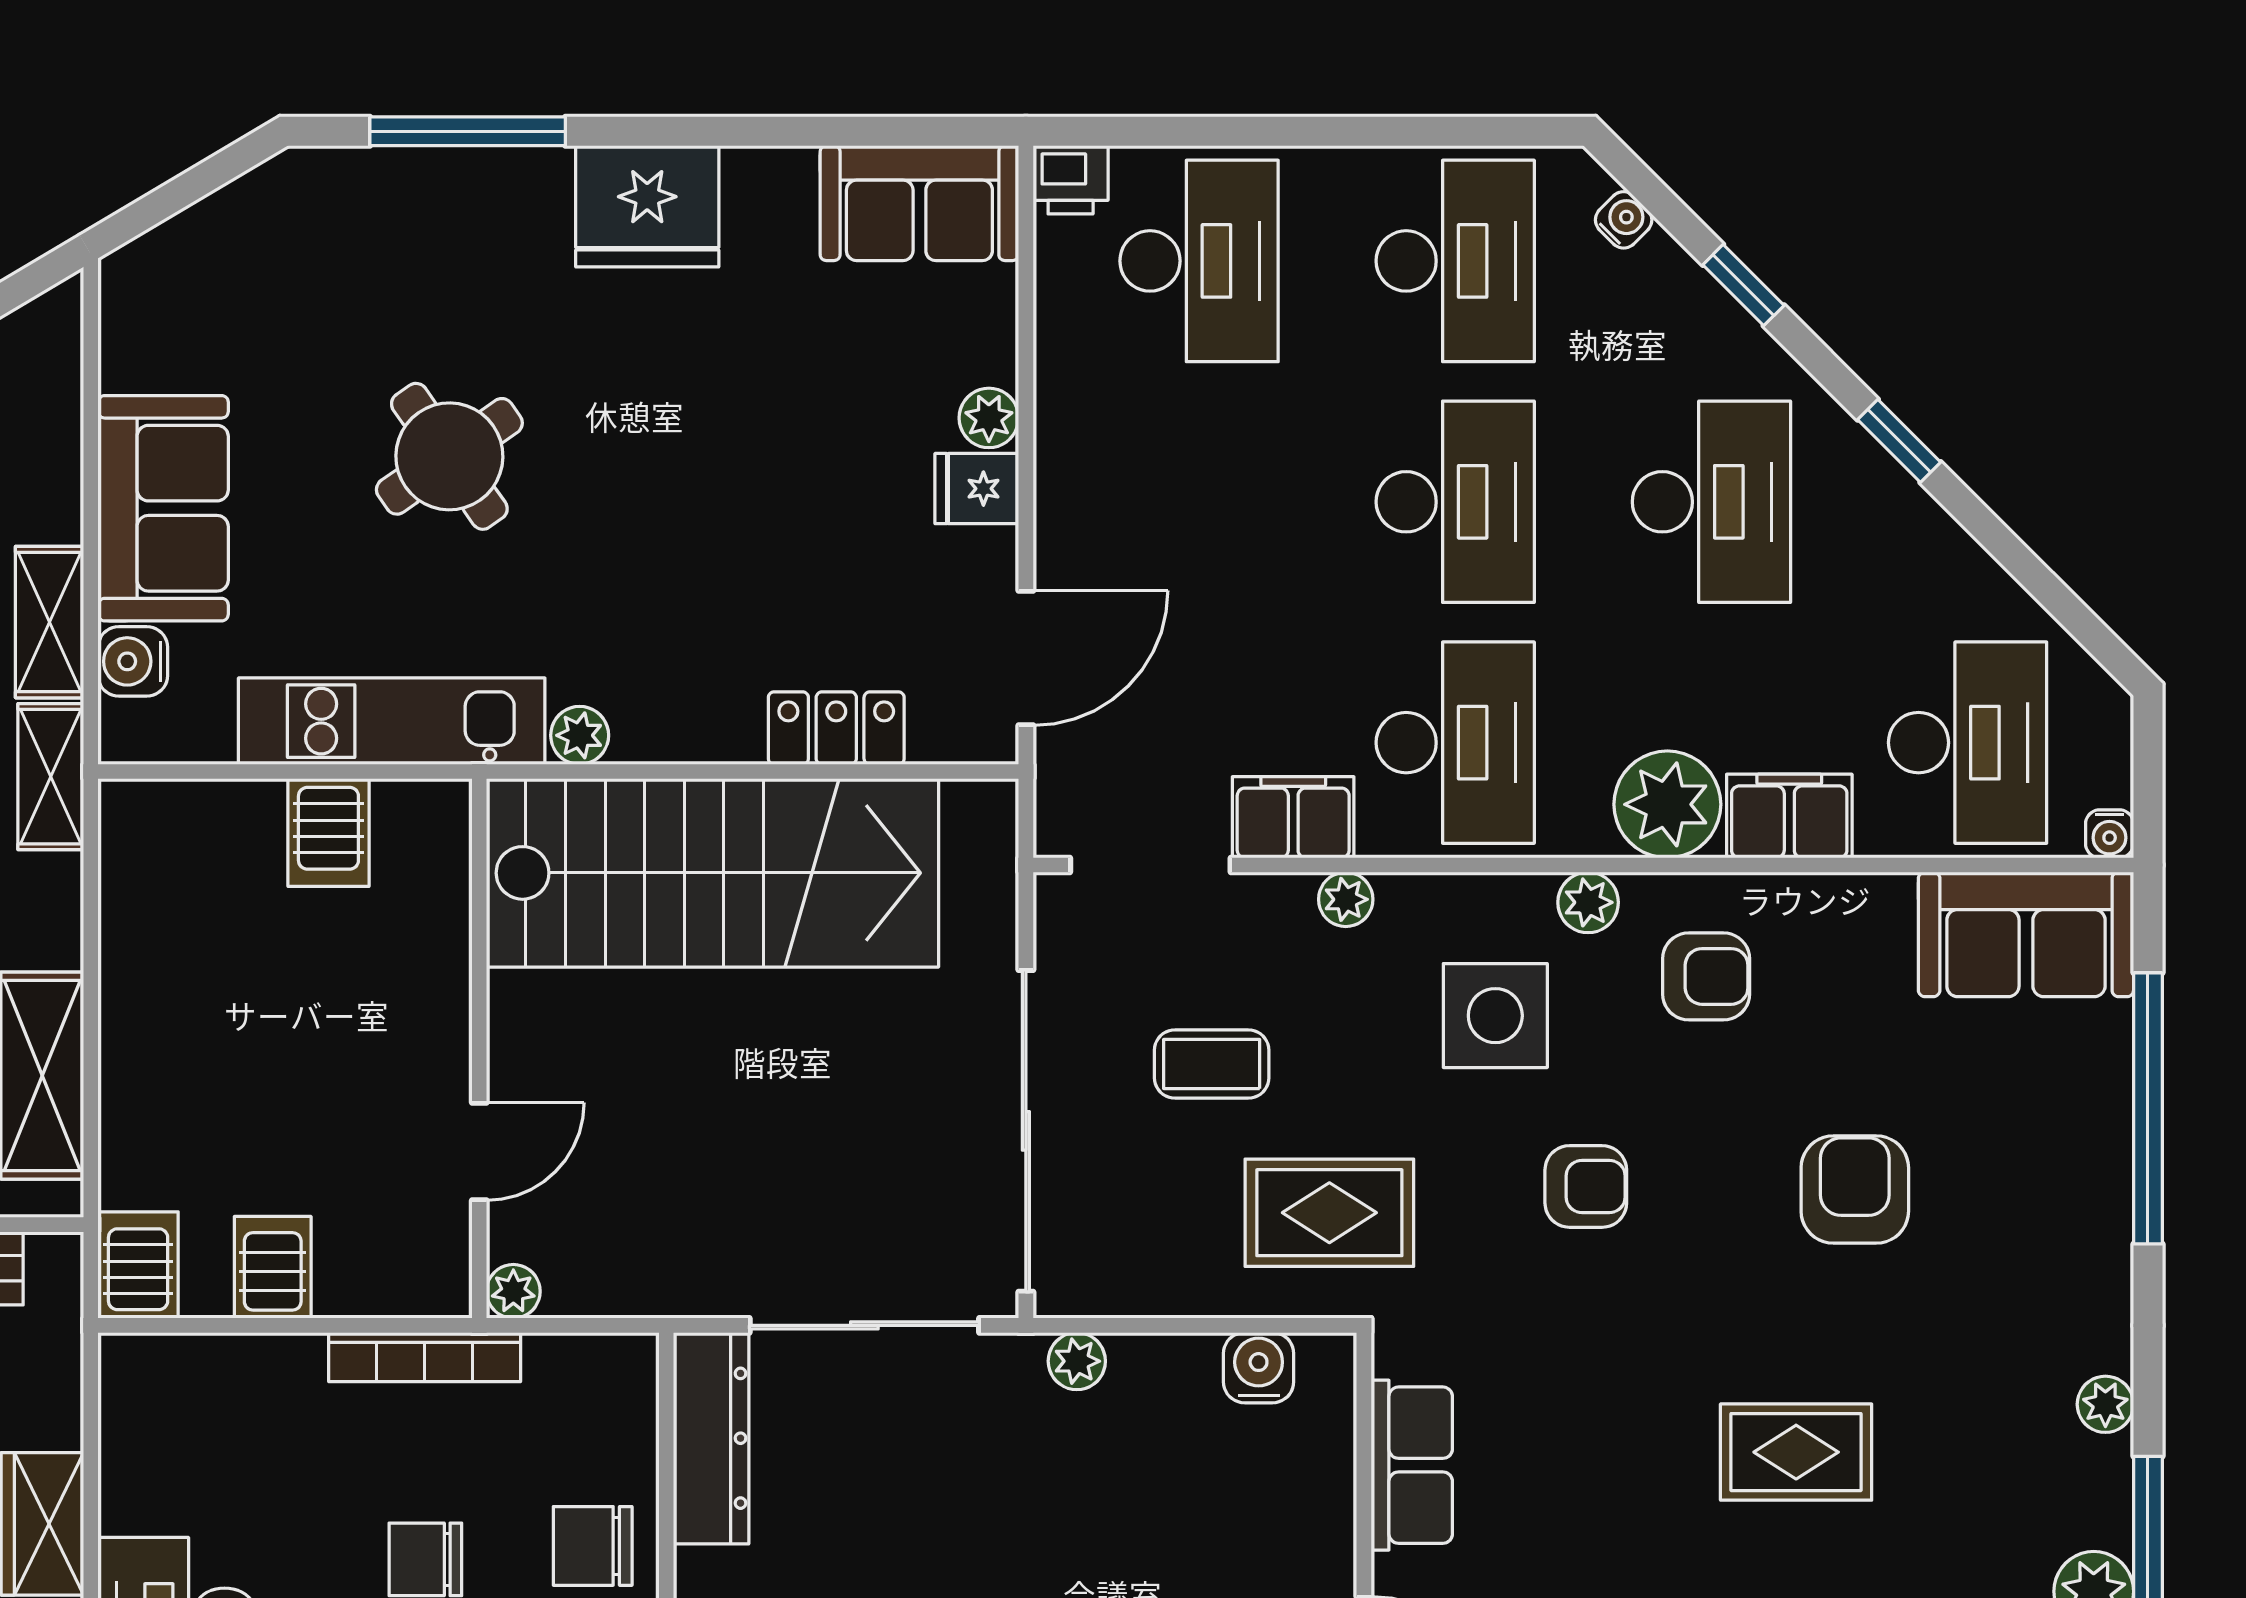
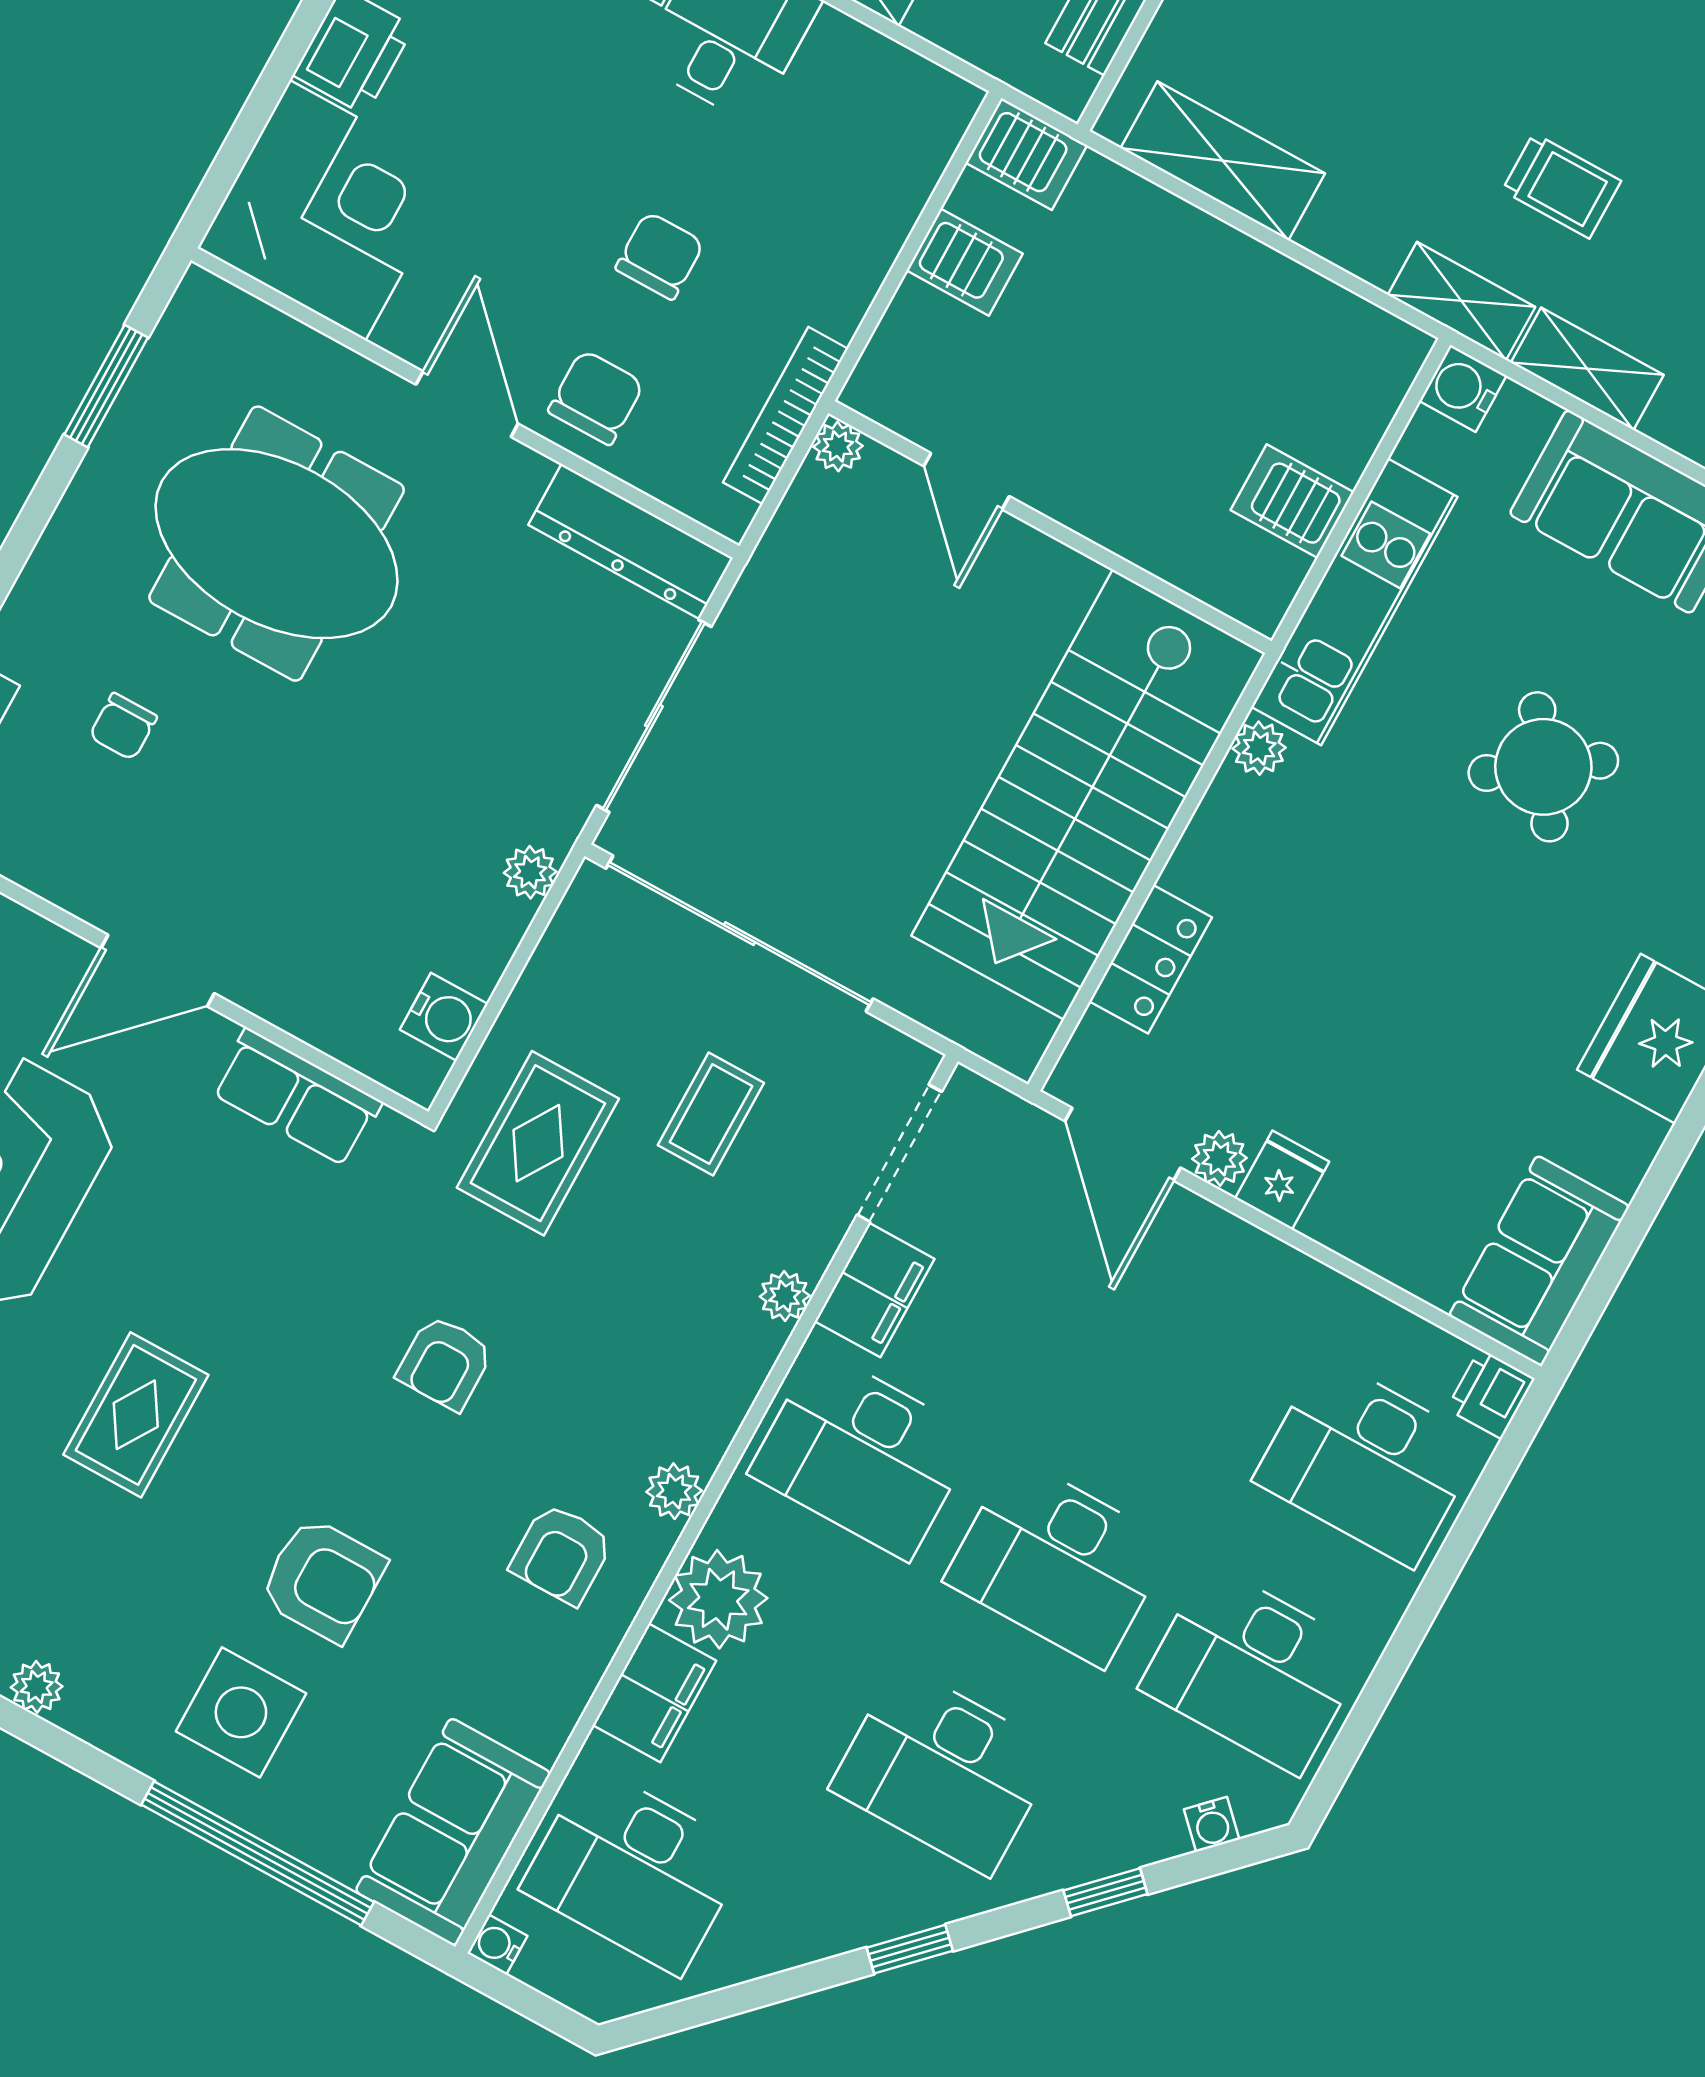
plant: (989, 418) -> (1219, 1158), moved
water cooler: (133, 661) -> (1463, 388), moved, turned -90
side table: (1495, 1016) -> (241, 1712), moved
bookcase: (425, 1357) -> (785, 415), moved

